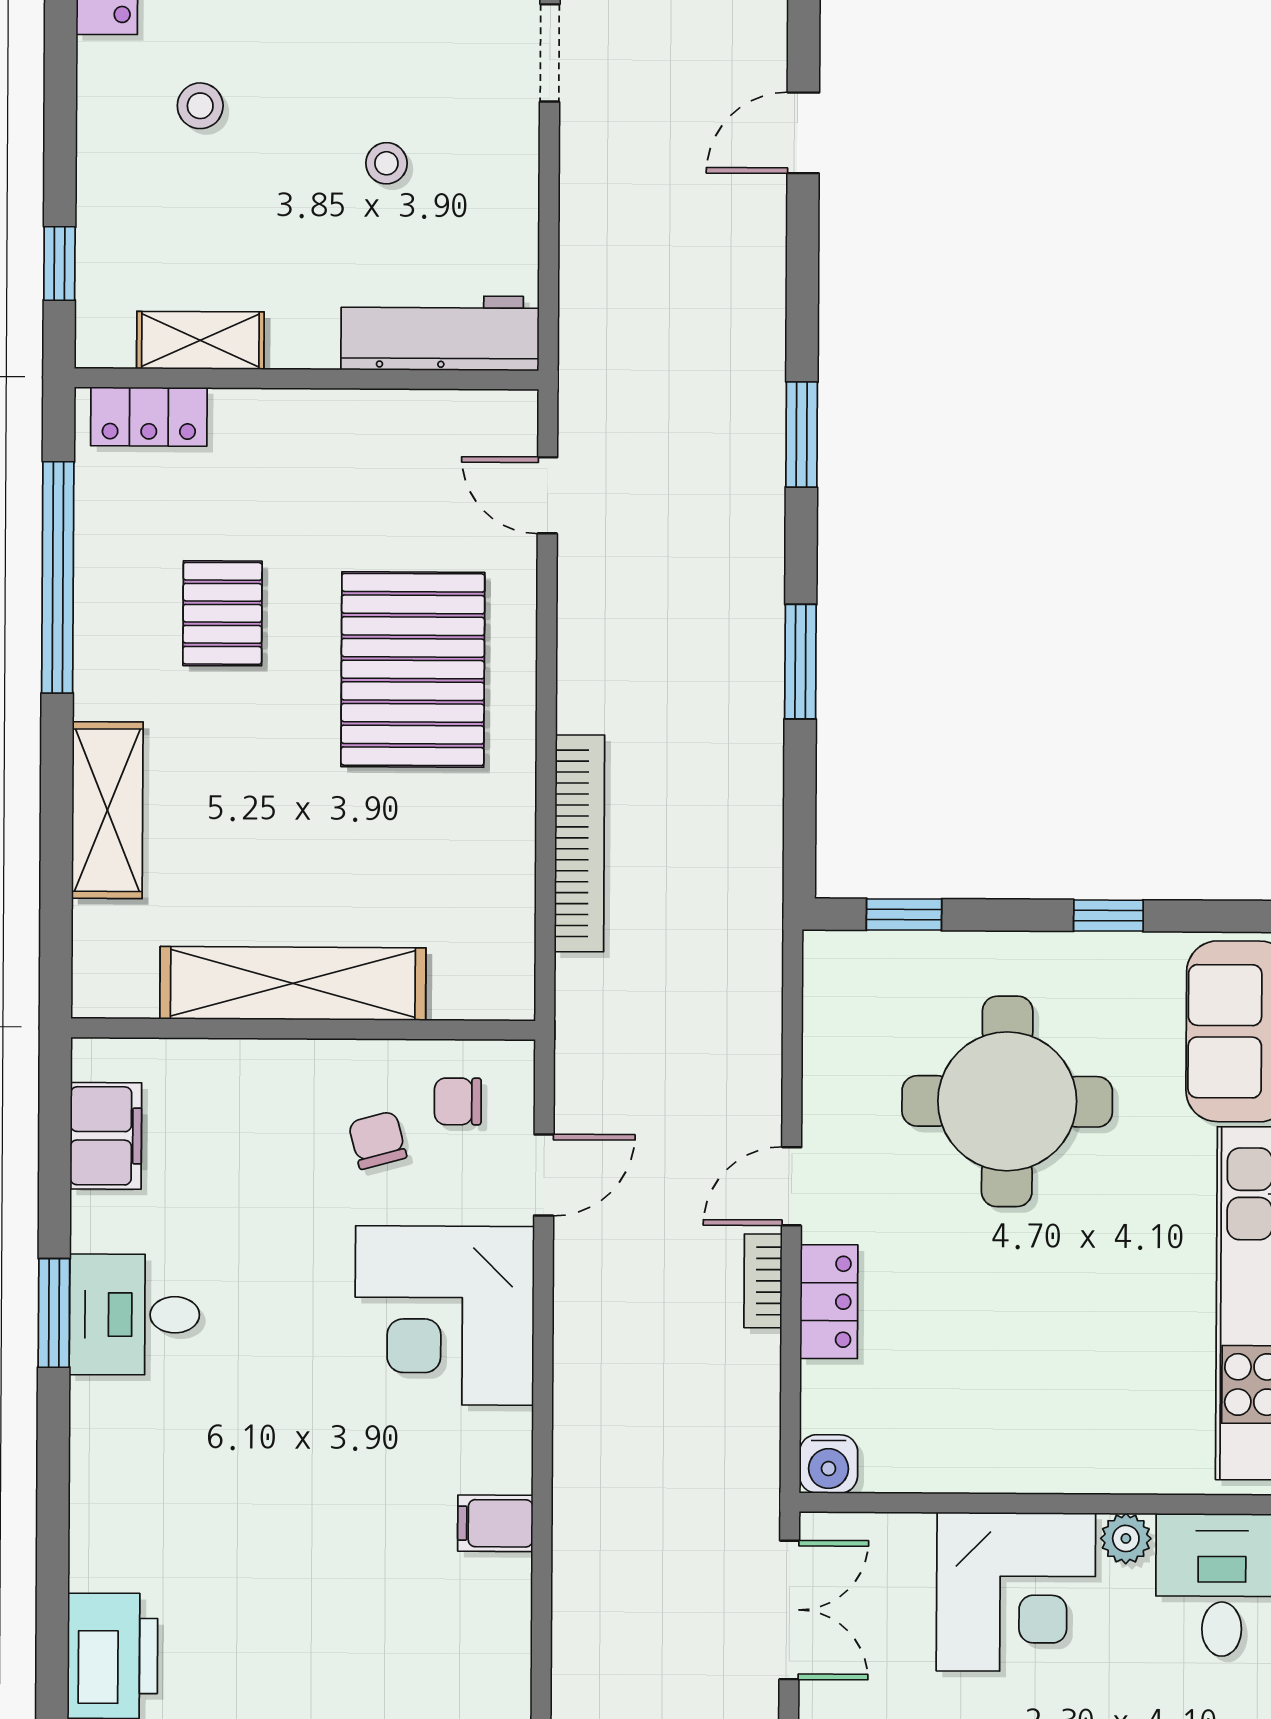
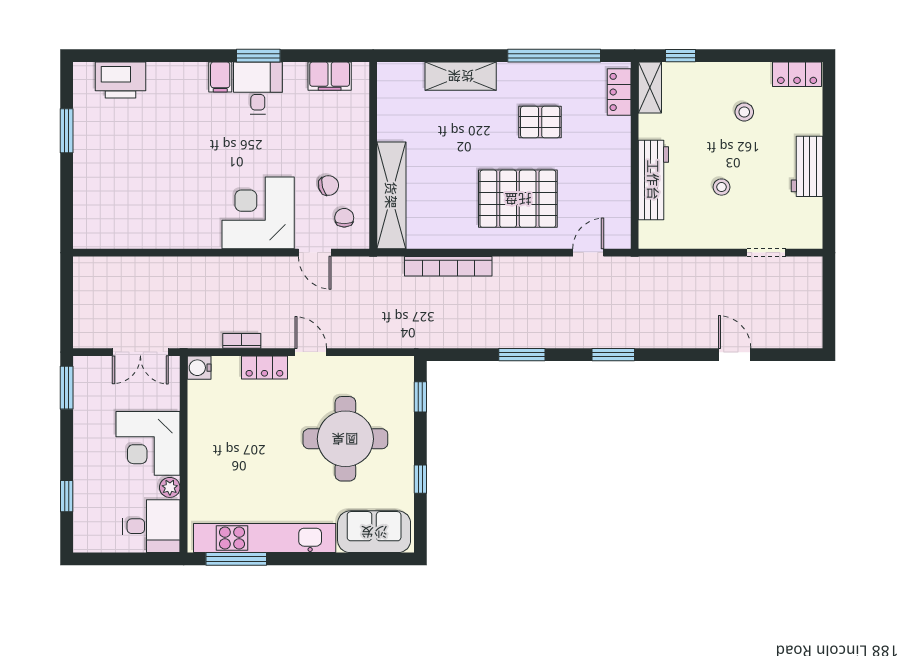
workbench: (440, 333) -> (653, 180), moved
shelving: (200, 340) -> (650, 88), moved
shelving: (293, 983) -> (391, 195), moved
bookcase: (763, 1281) -> (242, 341), moved
filing cabinet: (495, 1523) -> (220, 77), moved, turned 180

